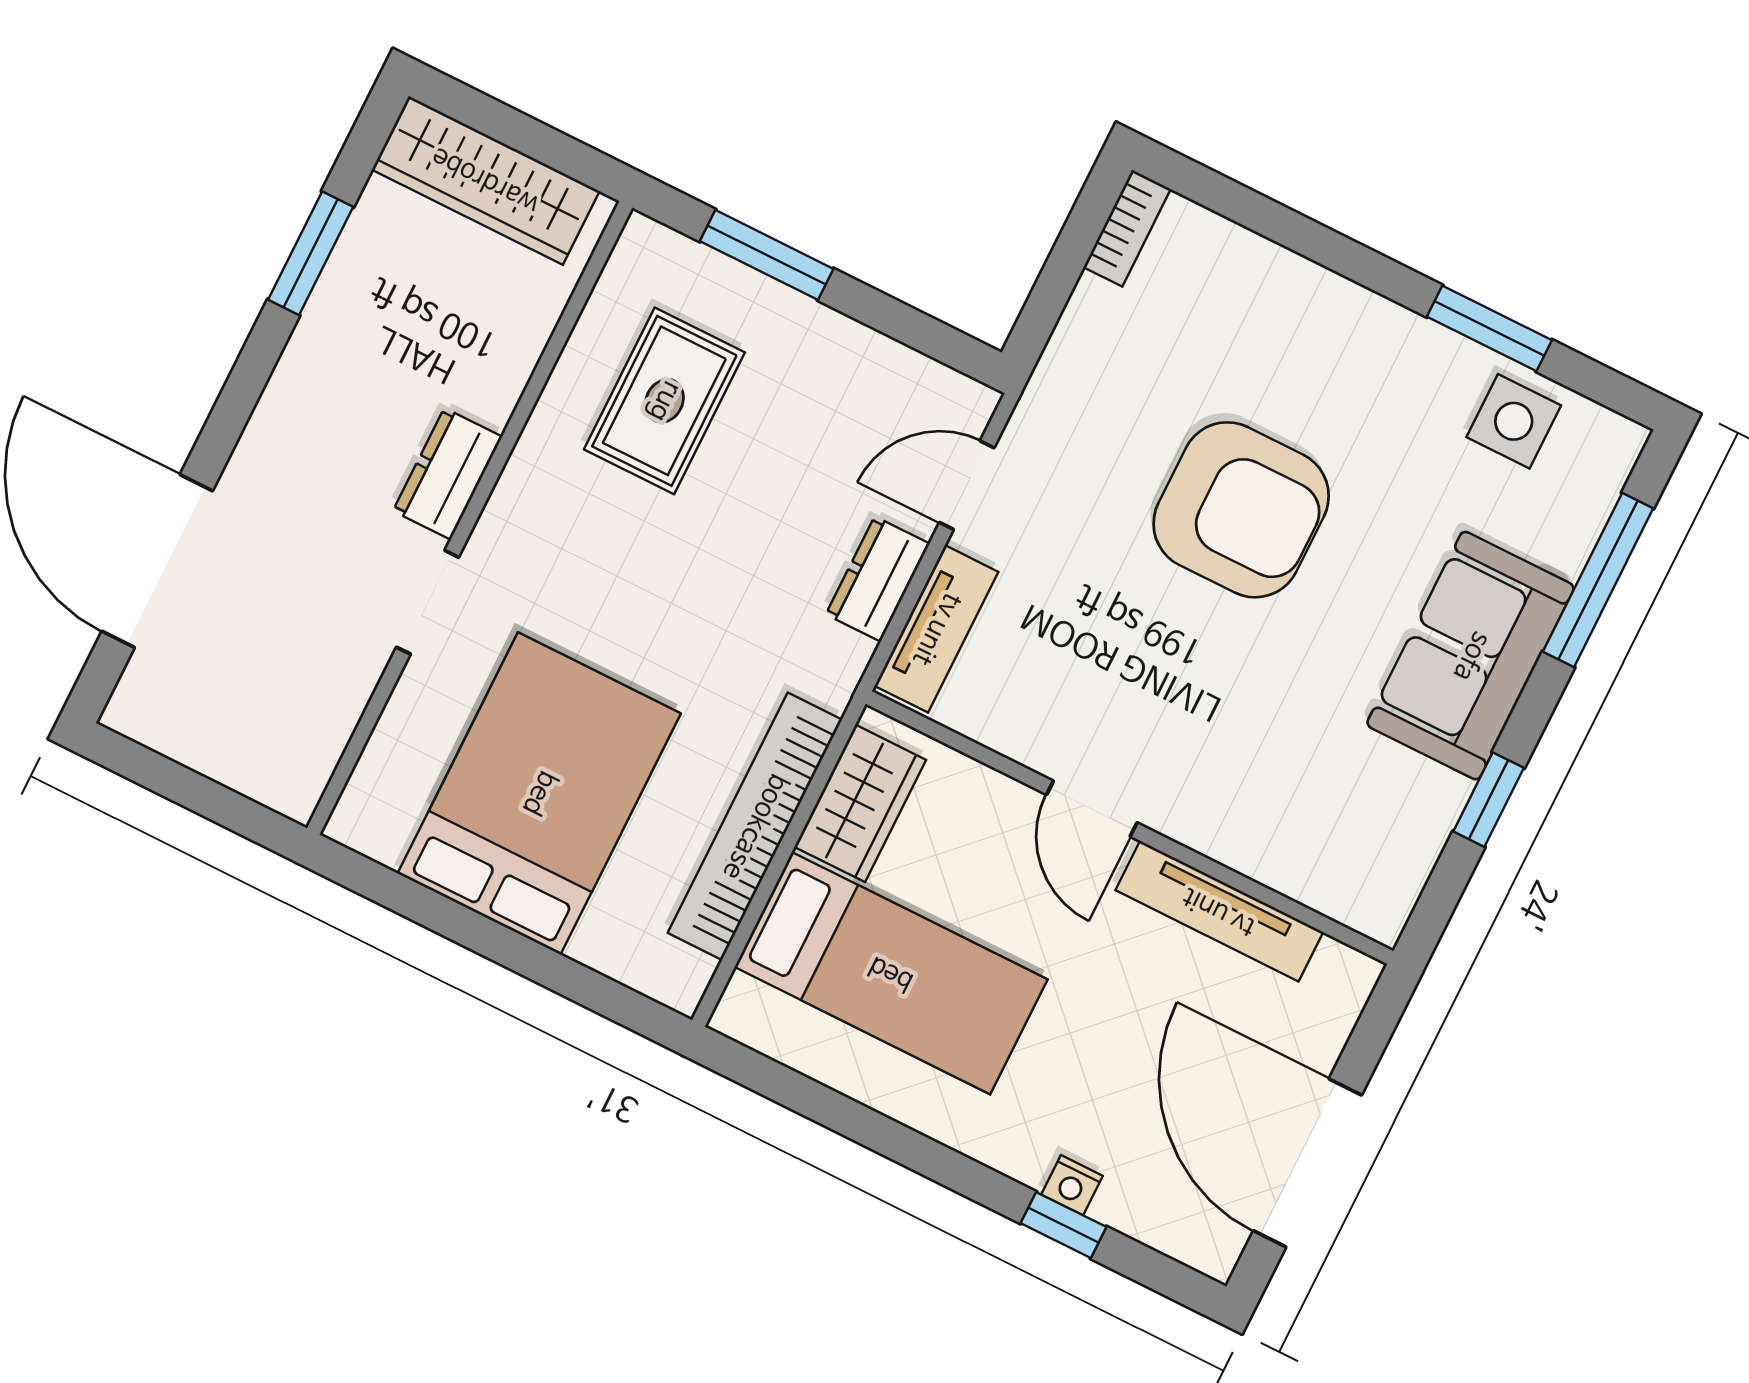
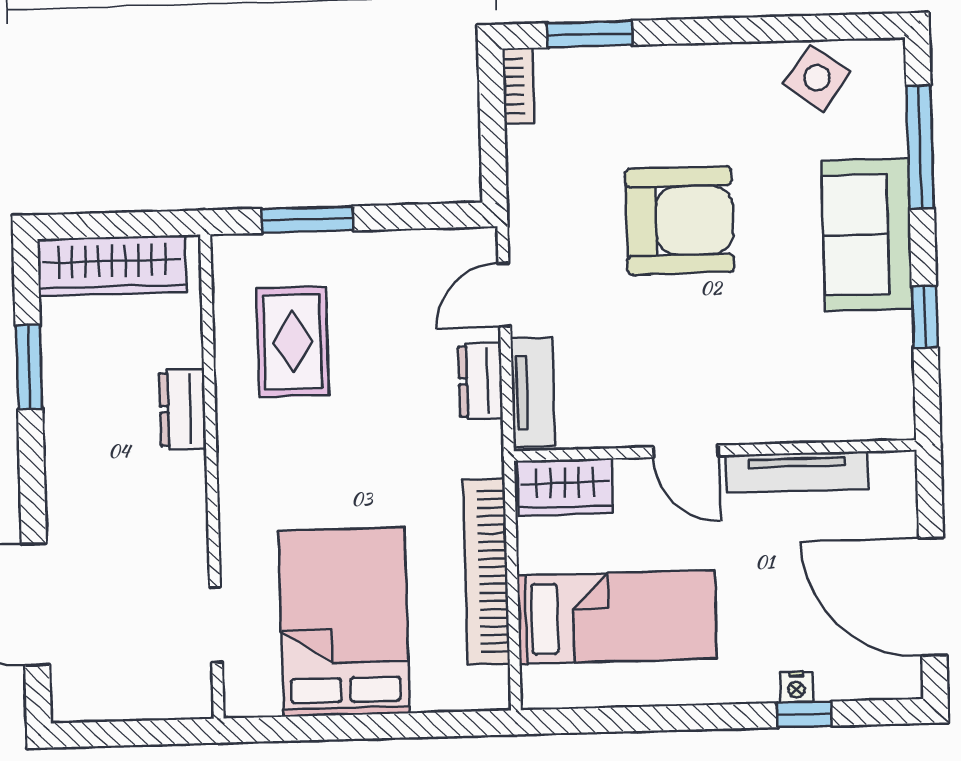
window: (1489, 328) -> (590, 34), moved
side table: (1514, 421) -> (817, 78), turned 36
dresser: (448, 474) -> (183, 409), moved
doorway: (428, 602) -> (216, 625), moved
wardrobe: (860, 803) -> (565, 487), moved, turned 90

